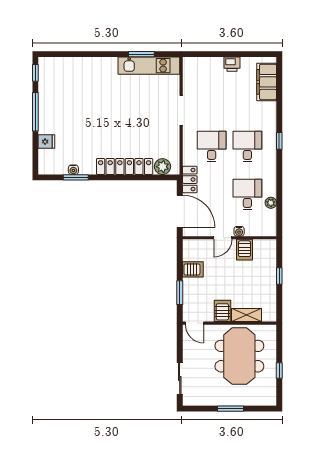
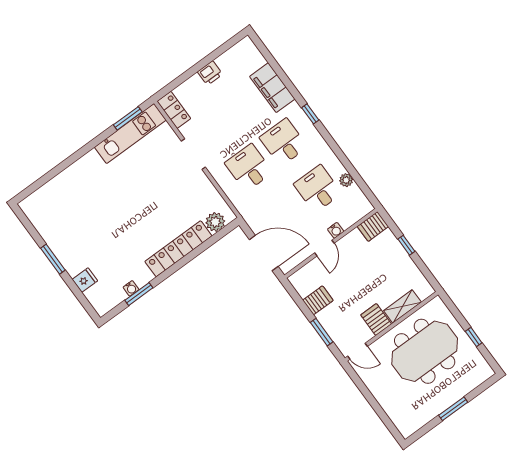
window: (141, 54) -> (128, 118), moved
window: (35, 73) -> (25, 221), removed
filing cabinet: (267, 82) -> (272, 88), moved
window: (35, 112) -> (53, 259), width x0.69
locker: (190, 180) -> (174, 110), moved
server rack: (244, 250) -> (373, 226), moved, turned 90
meeting table: (239, 356) -> (425, 351), turned 90
sliding door: (180, 379) -> (383, 415), removed

